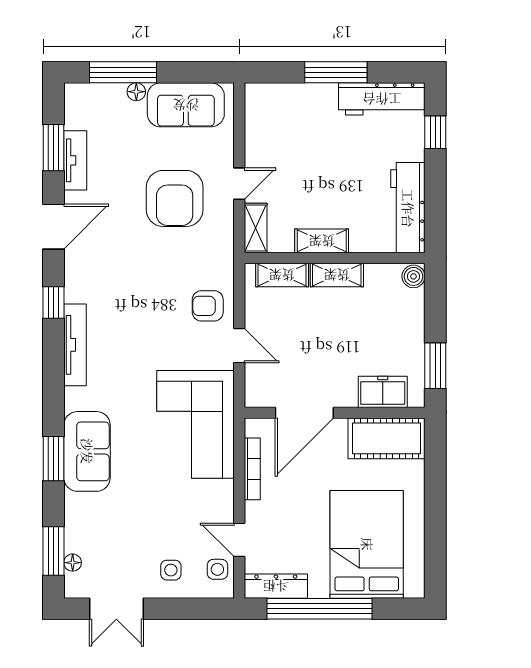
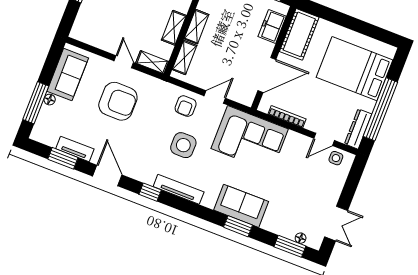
door: (304, 413) -> (267, 75), hinge flipped
side table: (171, 570) -> (183, 145), moved, width x1.87, depth x1.87

